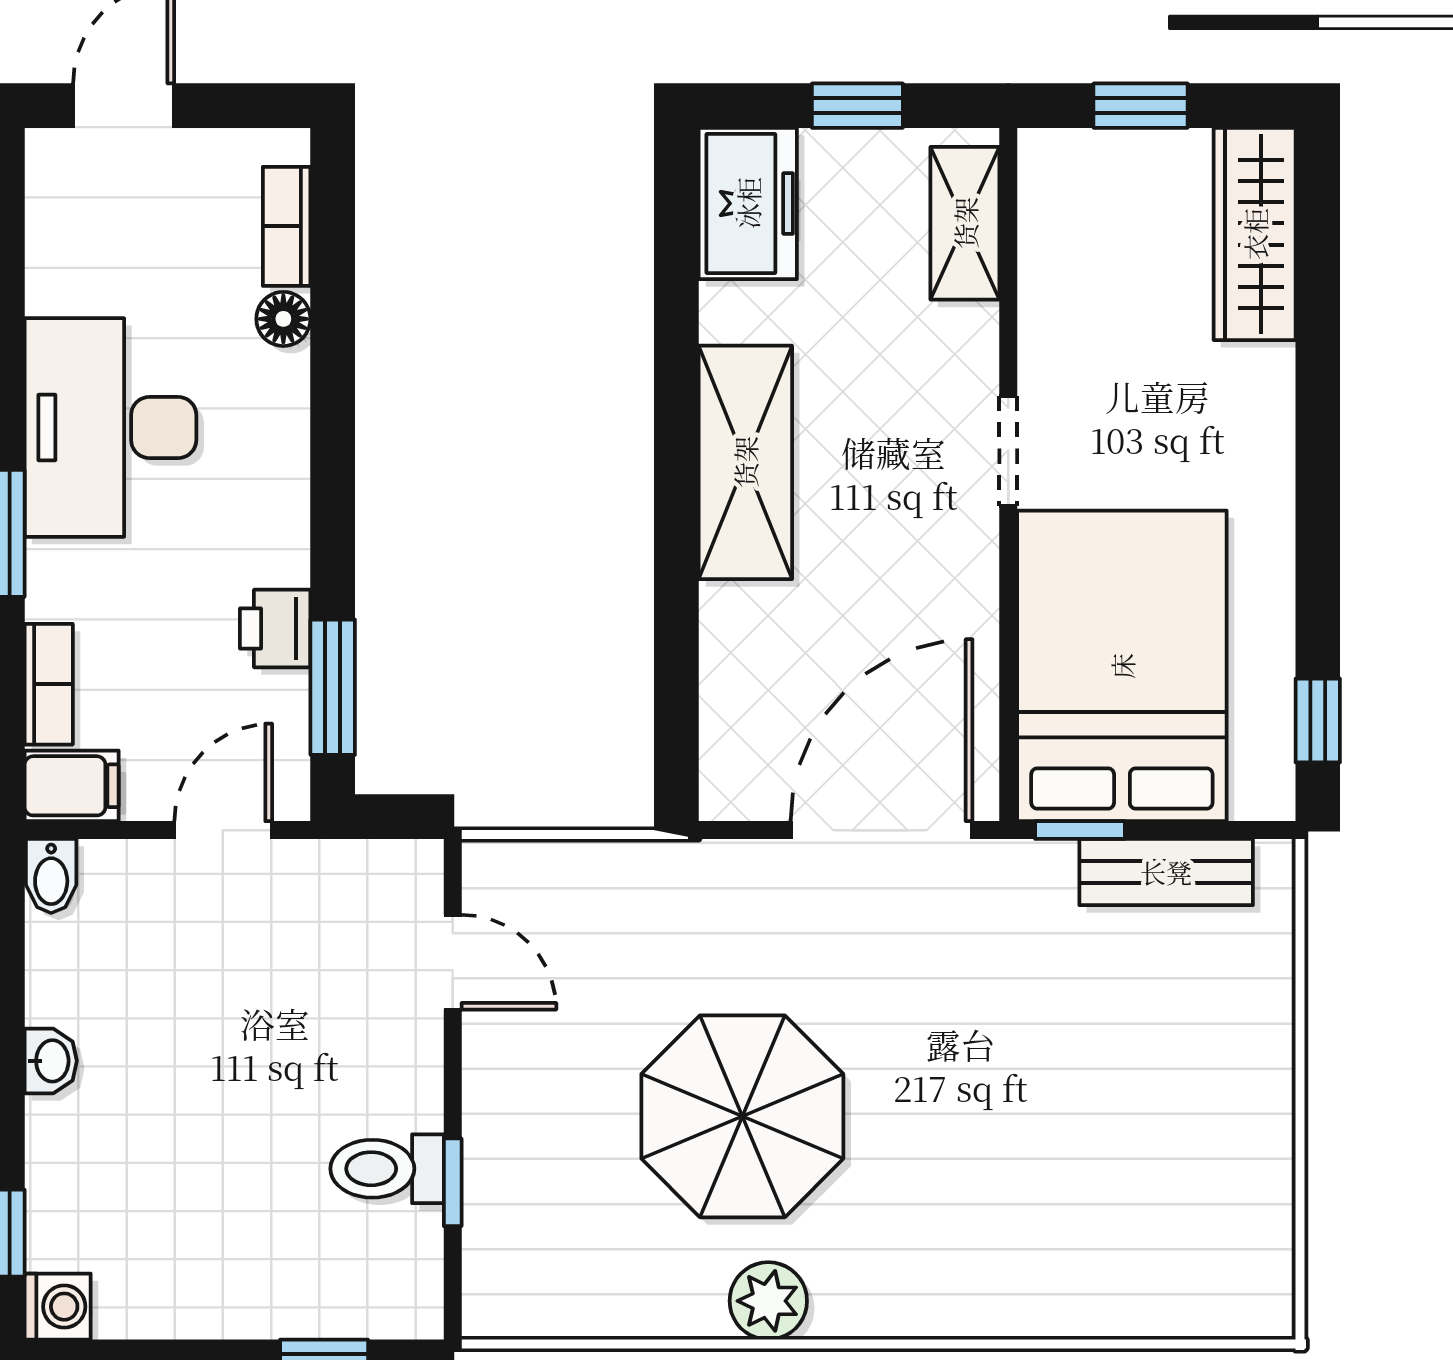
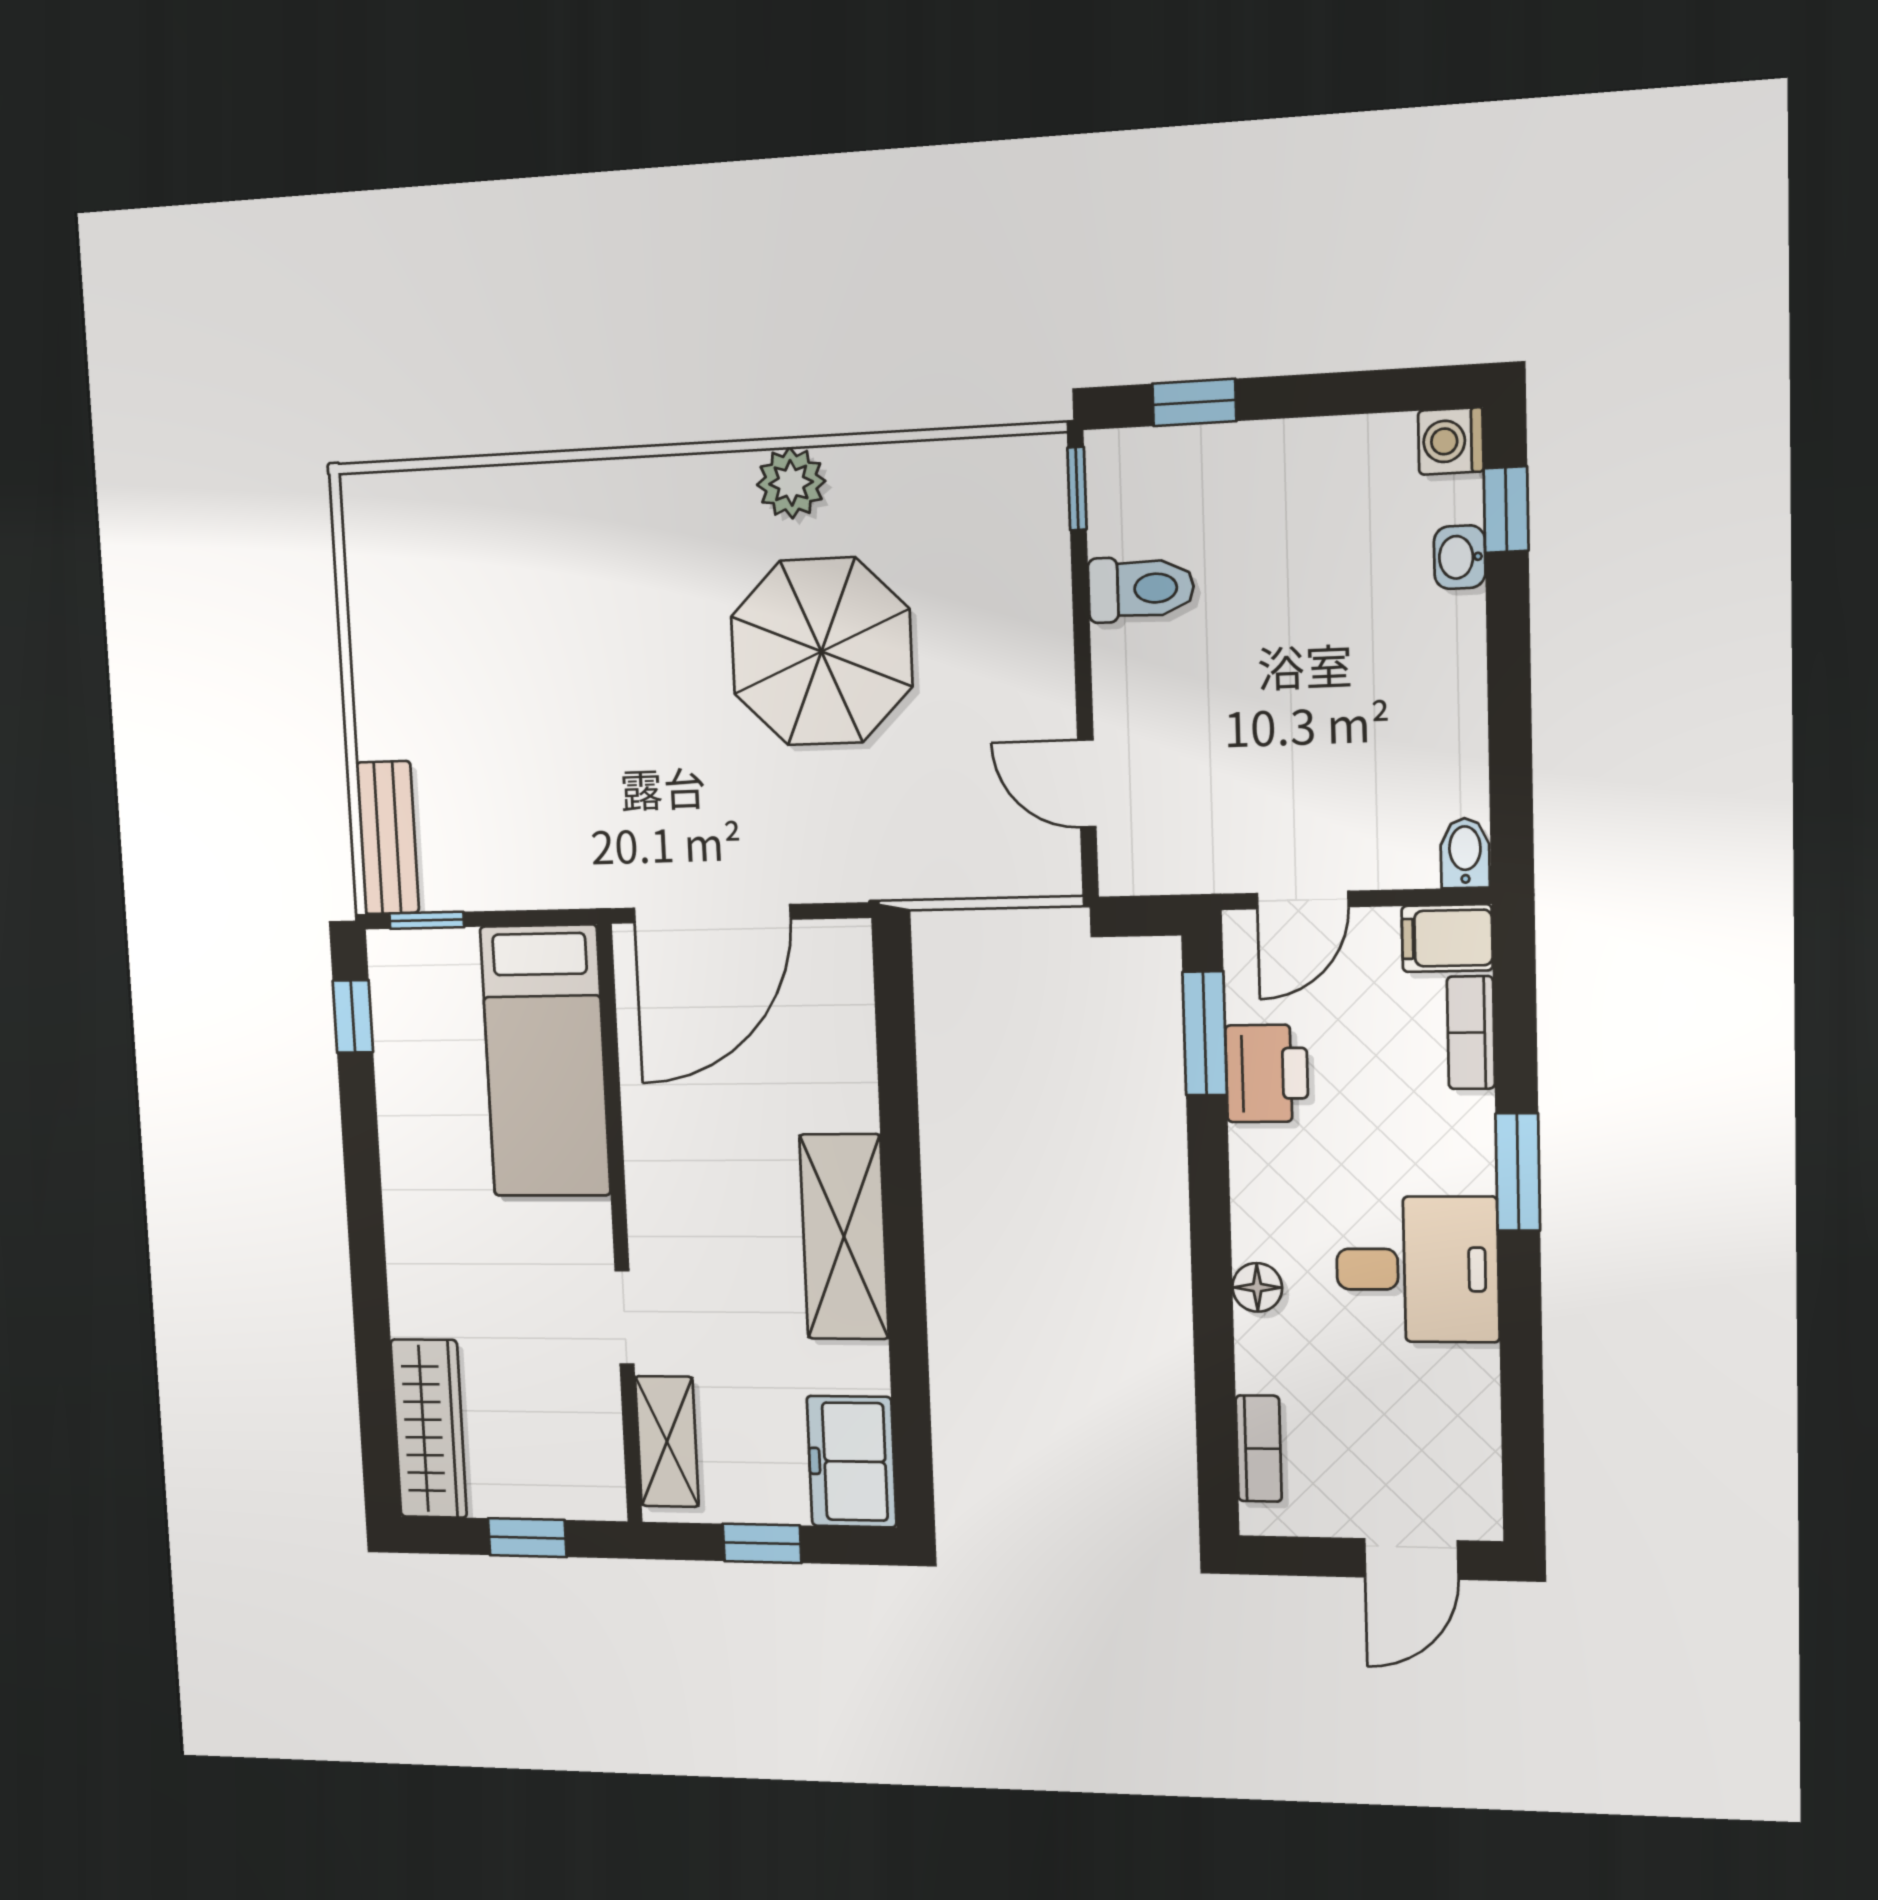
floor lamp: (283, 319) -> (1257, 1287), moved
desk: (110, 427) -> (1417, 1269), width x0.73
doorway: (1008, 451) -> (624, 1317), moved
printer: (275, 629) -> (1267, 1073), width x1.36, depth x1.24
bed: (1122, 666) -> (545, 1061), width x0.67
window: (1080, 830) -> (427, 920), moved
bench: (1166, 872) -> (387, 838), moved, turned 90
washbasin: (51, 1061) -> (1460, 557), moved
window: (453, 1182) -> (1077, 489), moved

